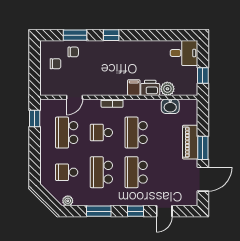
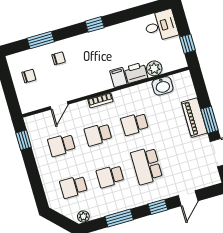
window: (111, 35) -> (95, 24), moved
chair: (73, 52) -> (59, 58), moved
school desk: (67, 133) -> (61, 145), width x0.54
school desk: (136, 133) -> (135, 124), width x0.54
school desk: (101, 172) -> (110, 176), width x0.54

